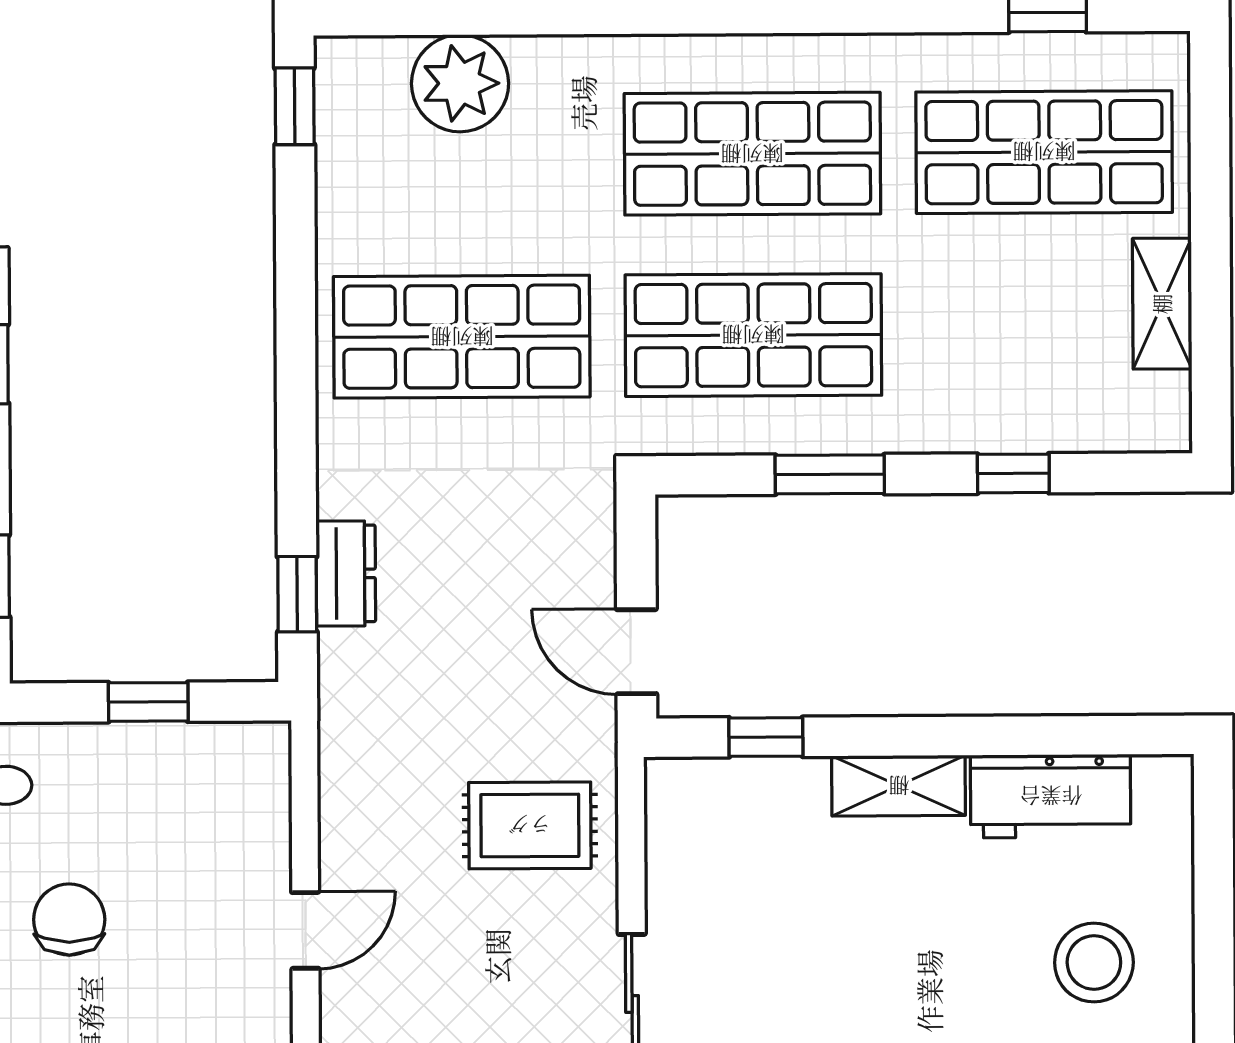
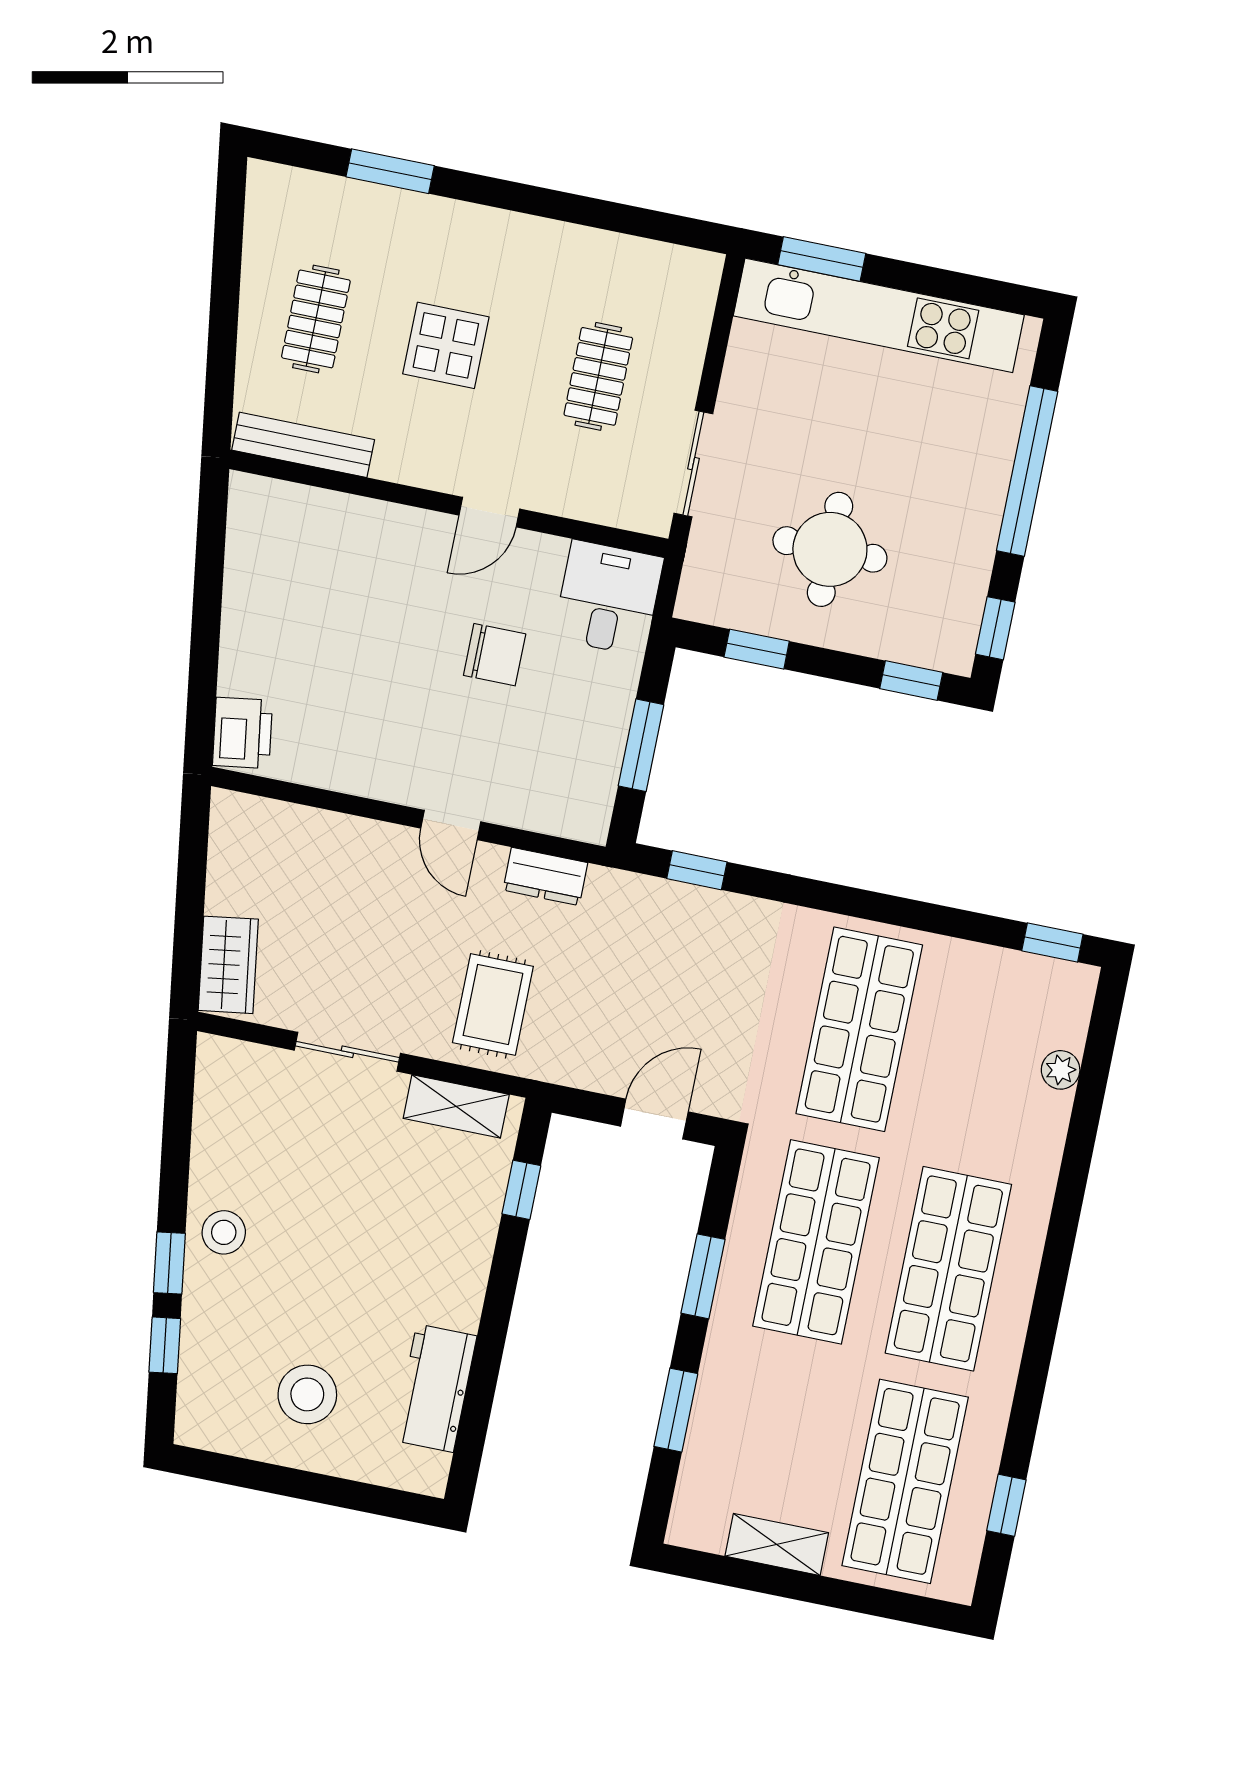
plant: (460, 83) -> (1061, 1070), width x0.53, depth x0.53
window: (1013, 473) -> (676, 1410), width x1.50
dresser: (346, 573) -> (545, 876), moved
door: (637, 652) -> (654, 1119), moved
window: (148, 702) -> (641, 745), width x1.50
shelving: (899, 786) -> (456, 1106), moved, turned 90

